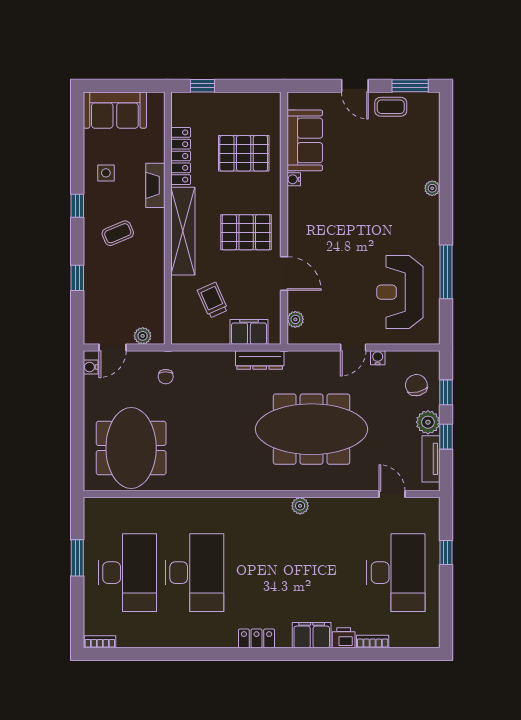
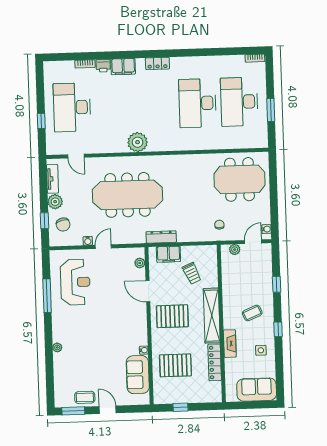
window: (203, 86) -> (180, 407), moved
window: (446, 437) -> (44, 193), removed
meeting table: (131, 448) -> (239, 179), turned 90
plant: (300, 506) -> (138, 142), width x1.87, depth x1.87

